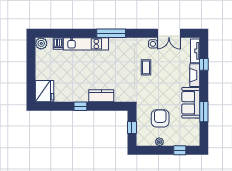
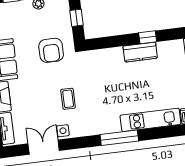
kitchen counter: (101, 96) -> (140, 52), moved
armchair: (160, 118) -> (51, 50), moved

